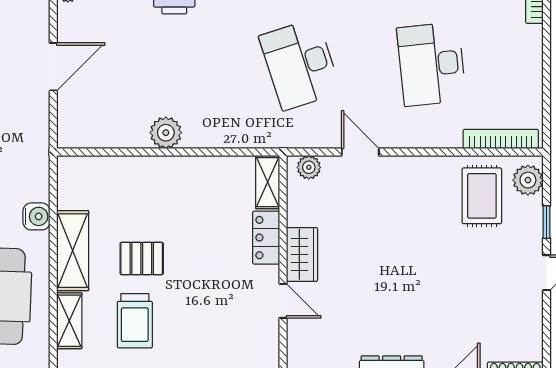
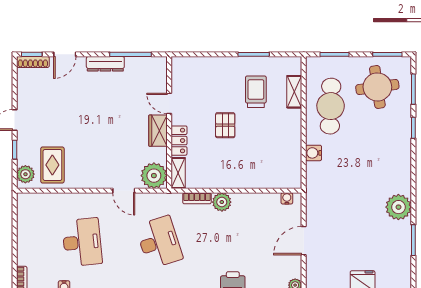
plant: (166, 133) -> (222, 202), moved
water cooler: (82, 139) -> (287, 198), added
bookcase: (501, 139) -> (197, 198), moved, width x0.64
plant: (309, 167) -> (154, 176), width x1.87, depth x1.87
shelving: (73, 251) -> (292, 133), removed
pallet: (142, 258) -> (225, 125), moved, turned 90

